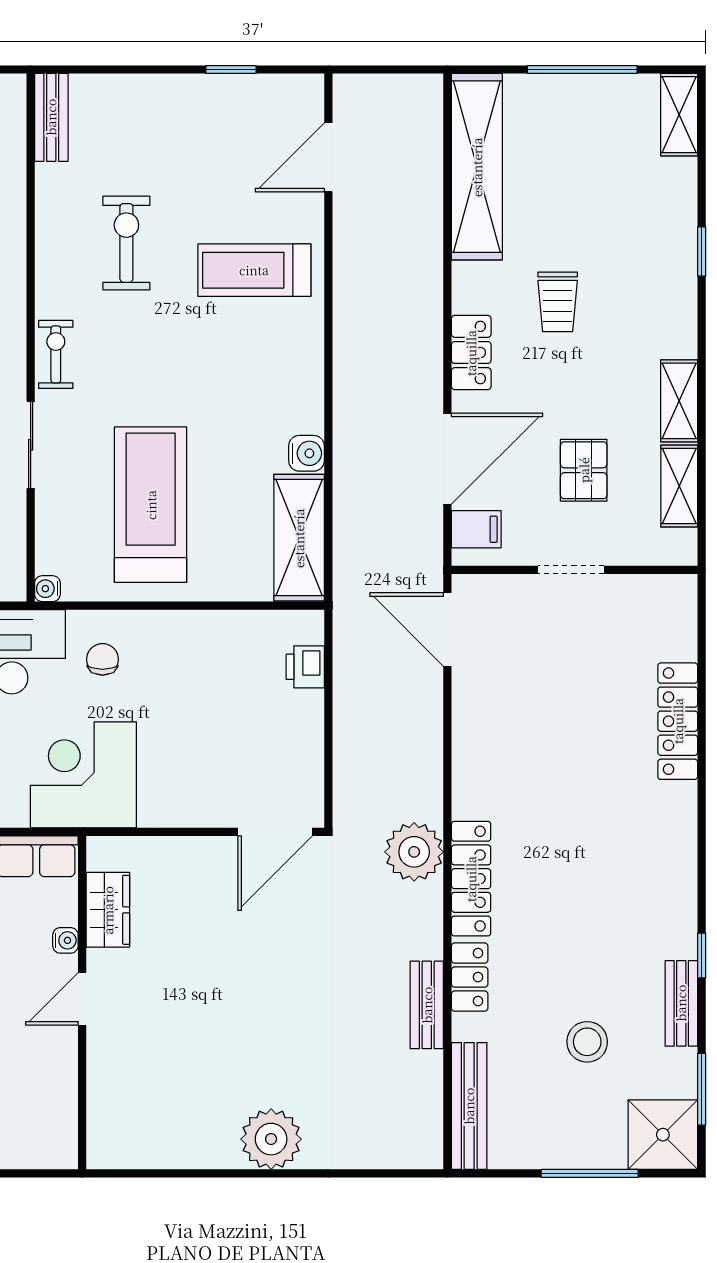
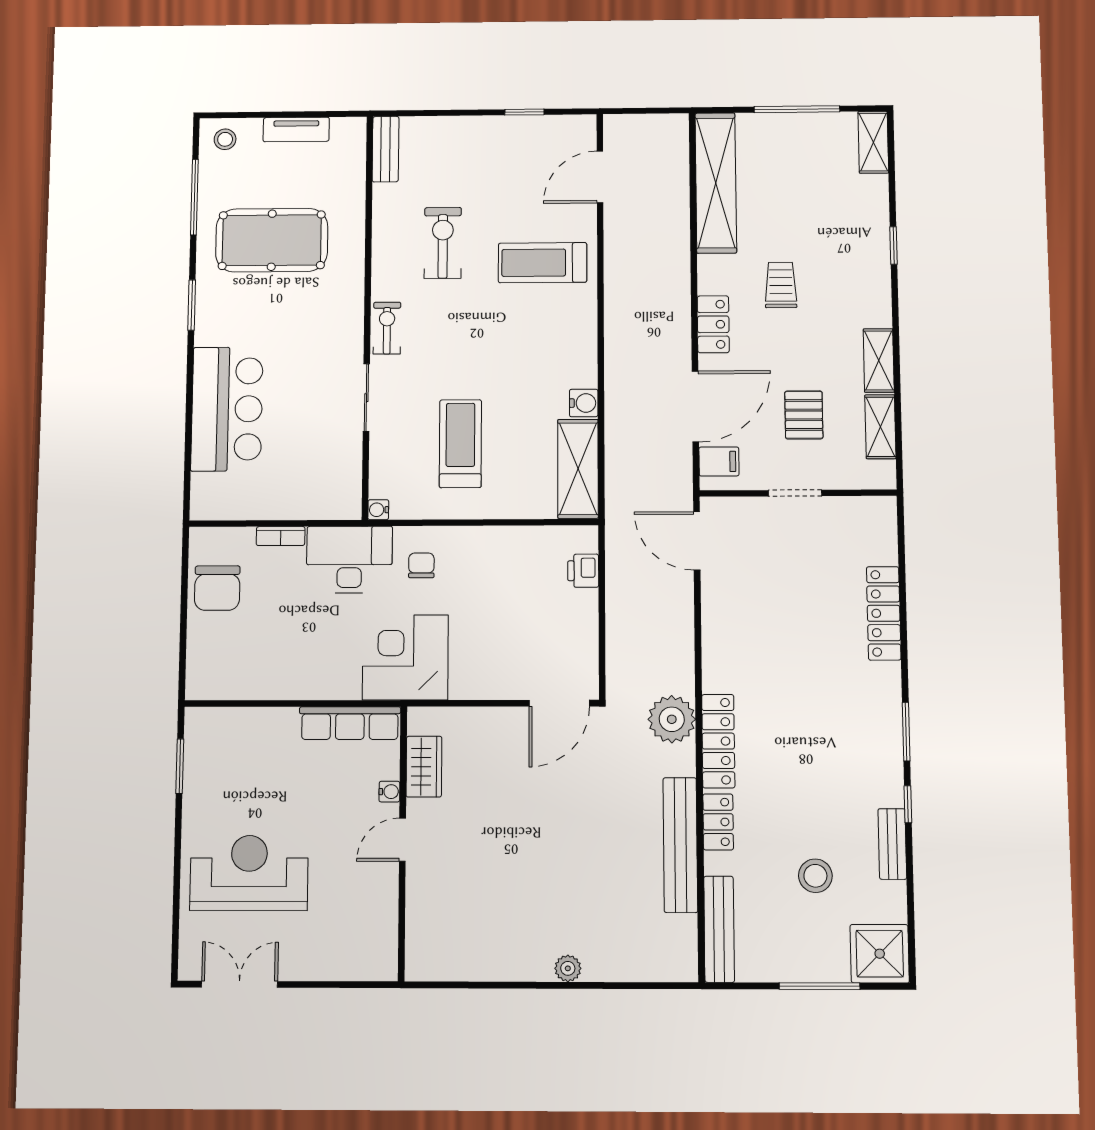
trolley: (558, 302) -> (781, 285), turned 180
treadmill: (151, 505) -> (460, 444), width x0.73, depth x0.73
bench: (427, 1005) -> (680, 845), width x1.86, depth x1.21
window: (702, 1089) -> (906, 732), moved
plant: (271, 1139) -> (568, 968), width x0.53, depth x0.53

